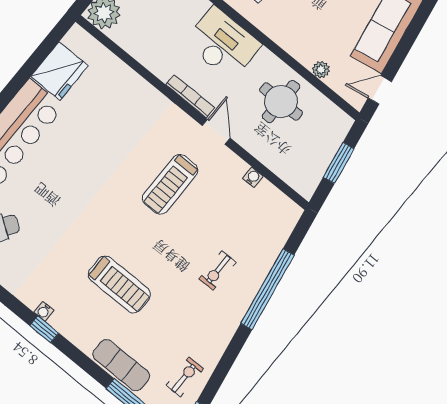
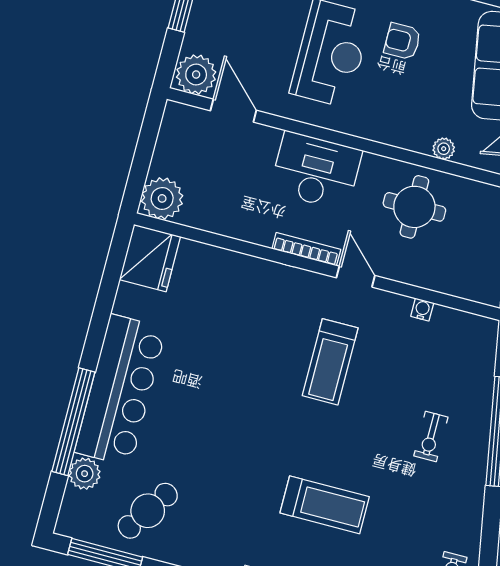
fridge: (59, 71) -> (150, 258), moved

